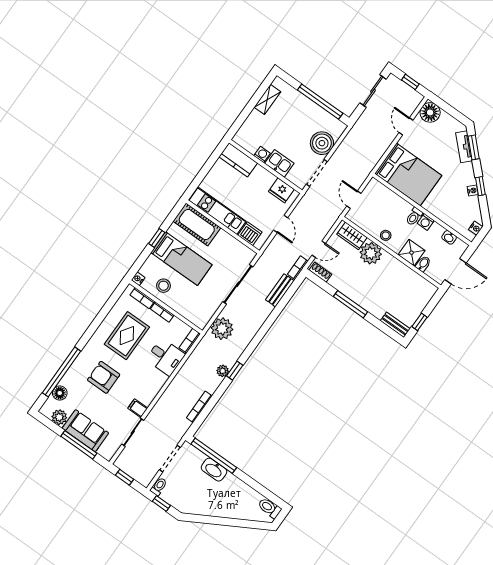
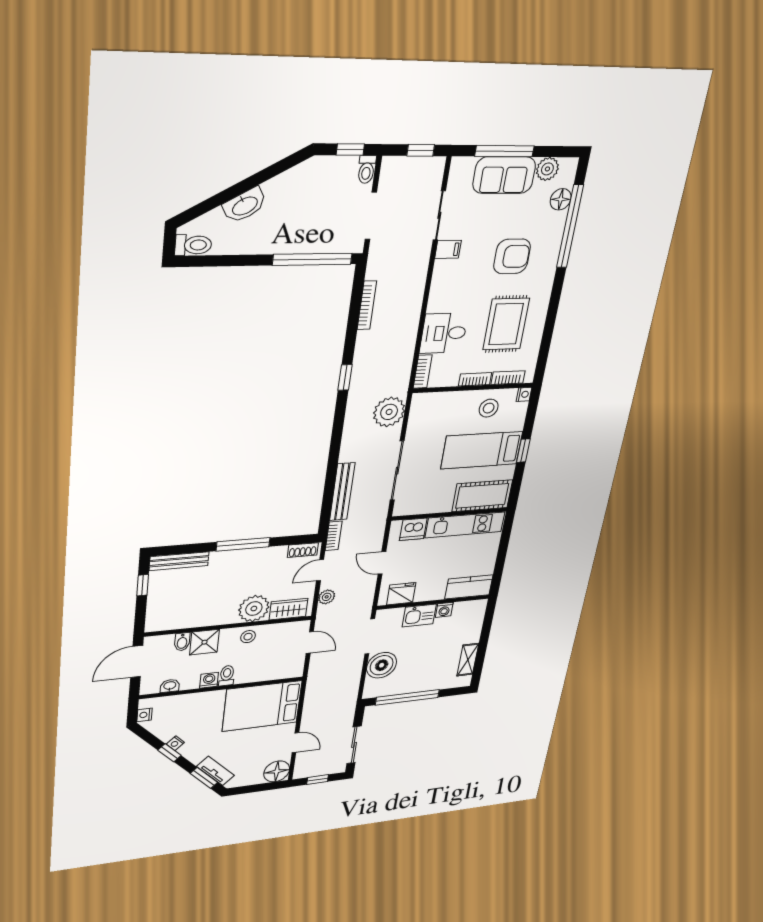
bench: (280, 290) -> (342, 492), width x1.36
bench: (395, 325) -> (179, 561), width x1.36
plant: (223, 371) -> (327, 597), moved
washbasin: (214, 470) -> (245, 205), moved, turned 151

